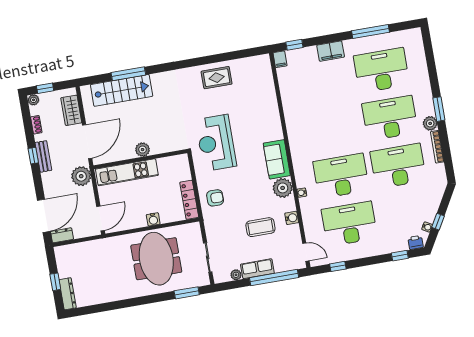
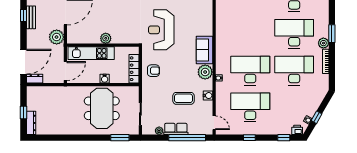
plant: (143, 150) -> (106, 38), moved
wall: (140, 159) -> (103, 45), moved
kitchen unit: (127, 172) -> (91, 53), moved
window: (338, 266) -> (249, 138), moved

